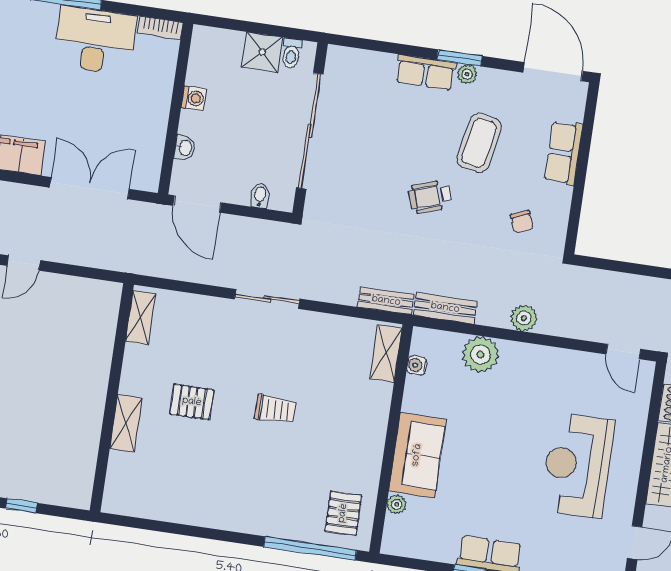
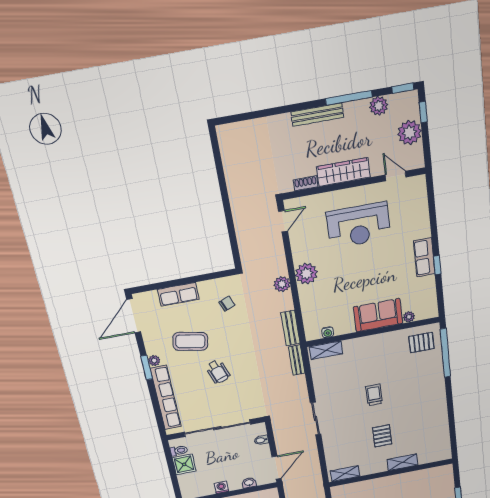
row of seats: (426, 72) -> (166, 398), width x2.02
wheelchair: (430, 197) -> (218, 372), moved
plant: (481, 354) -> (306, 274), moved

